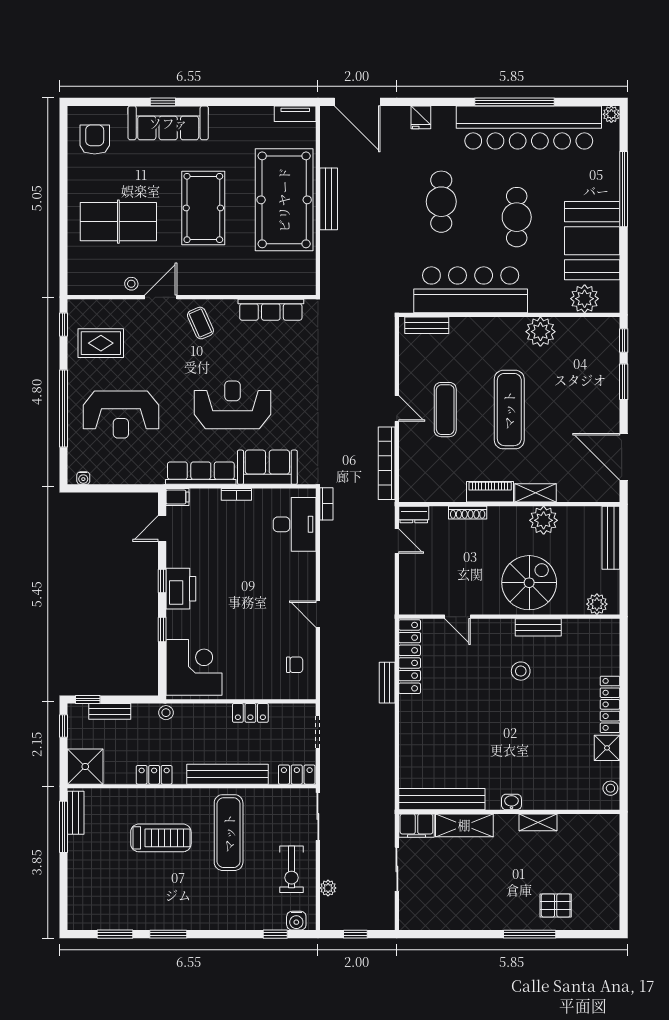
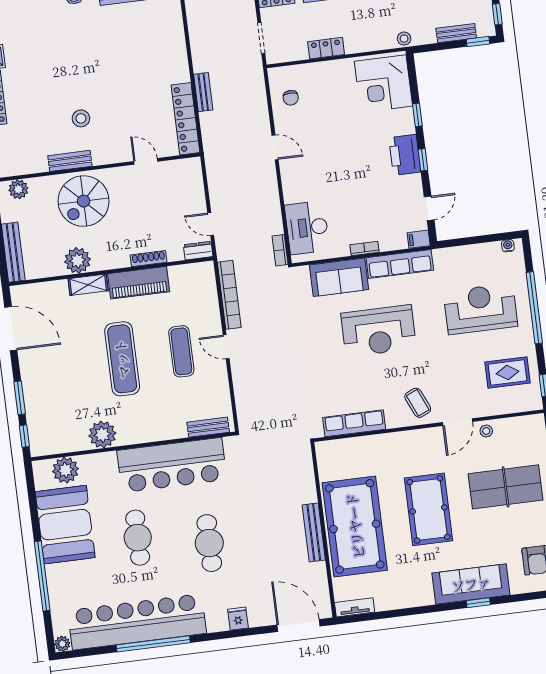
piano: (490, 492) -> (139, 283), width x1.37, depth x1.33
chair: (295, 665) -> (291, 98), turned -90

